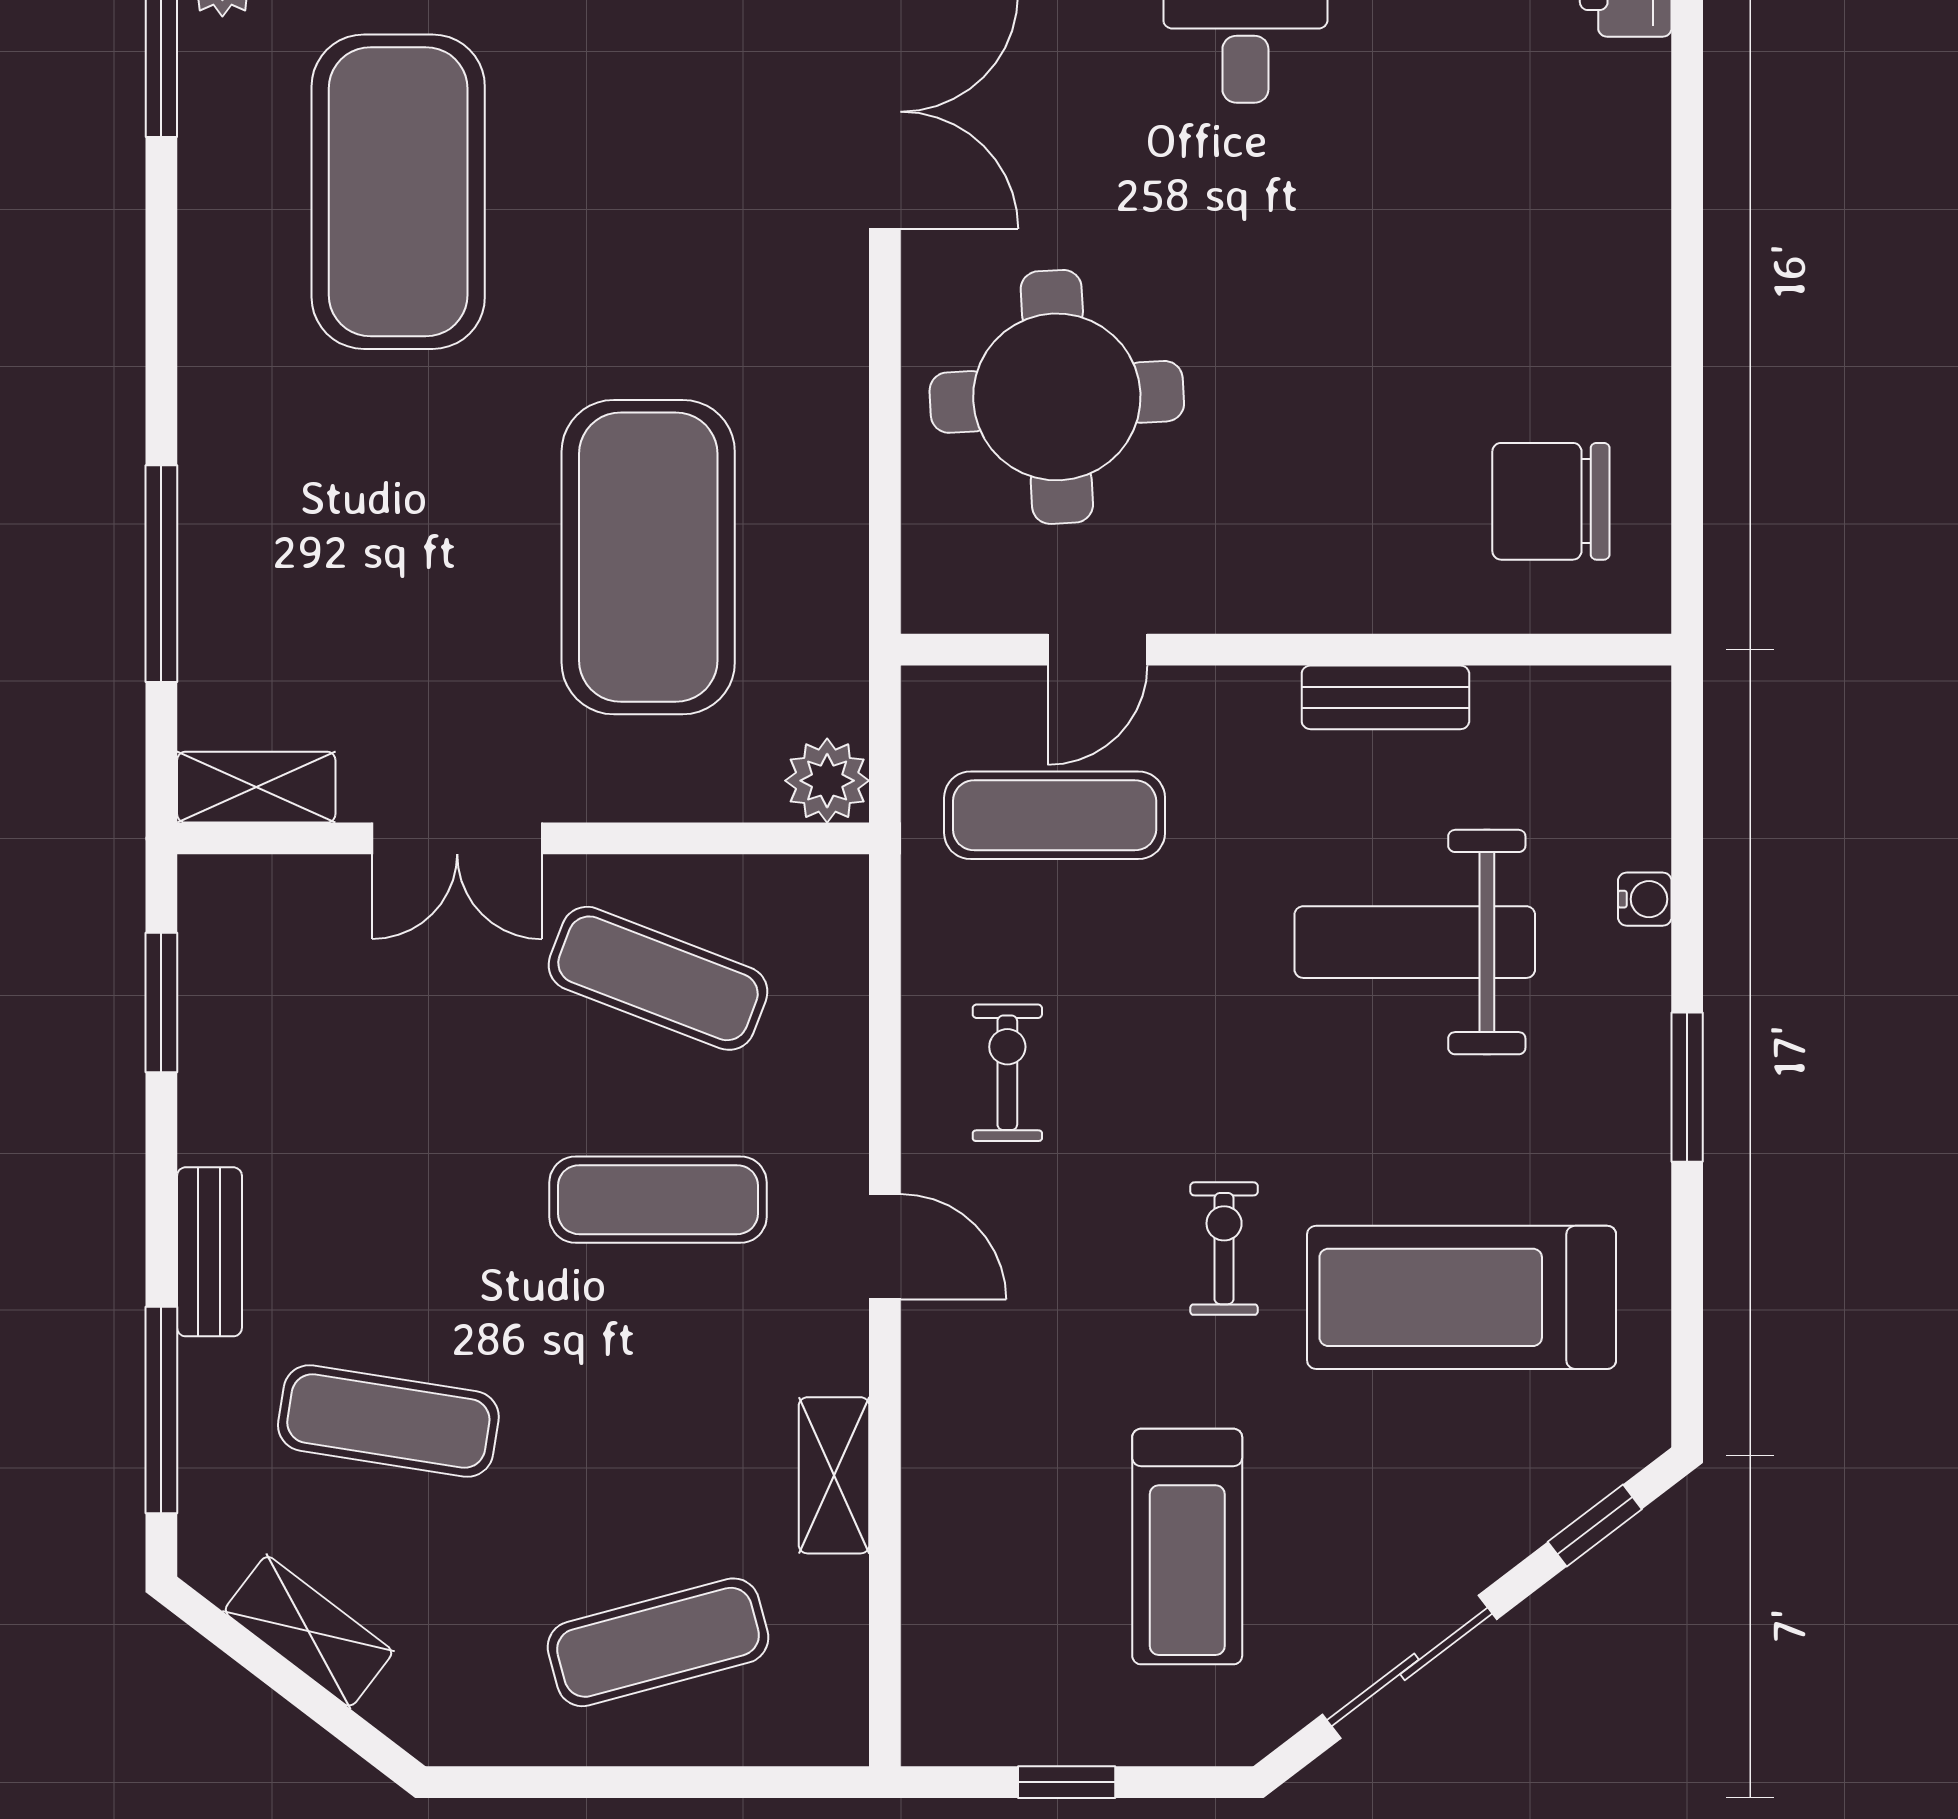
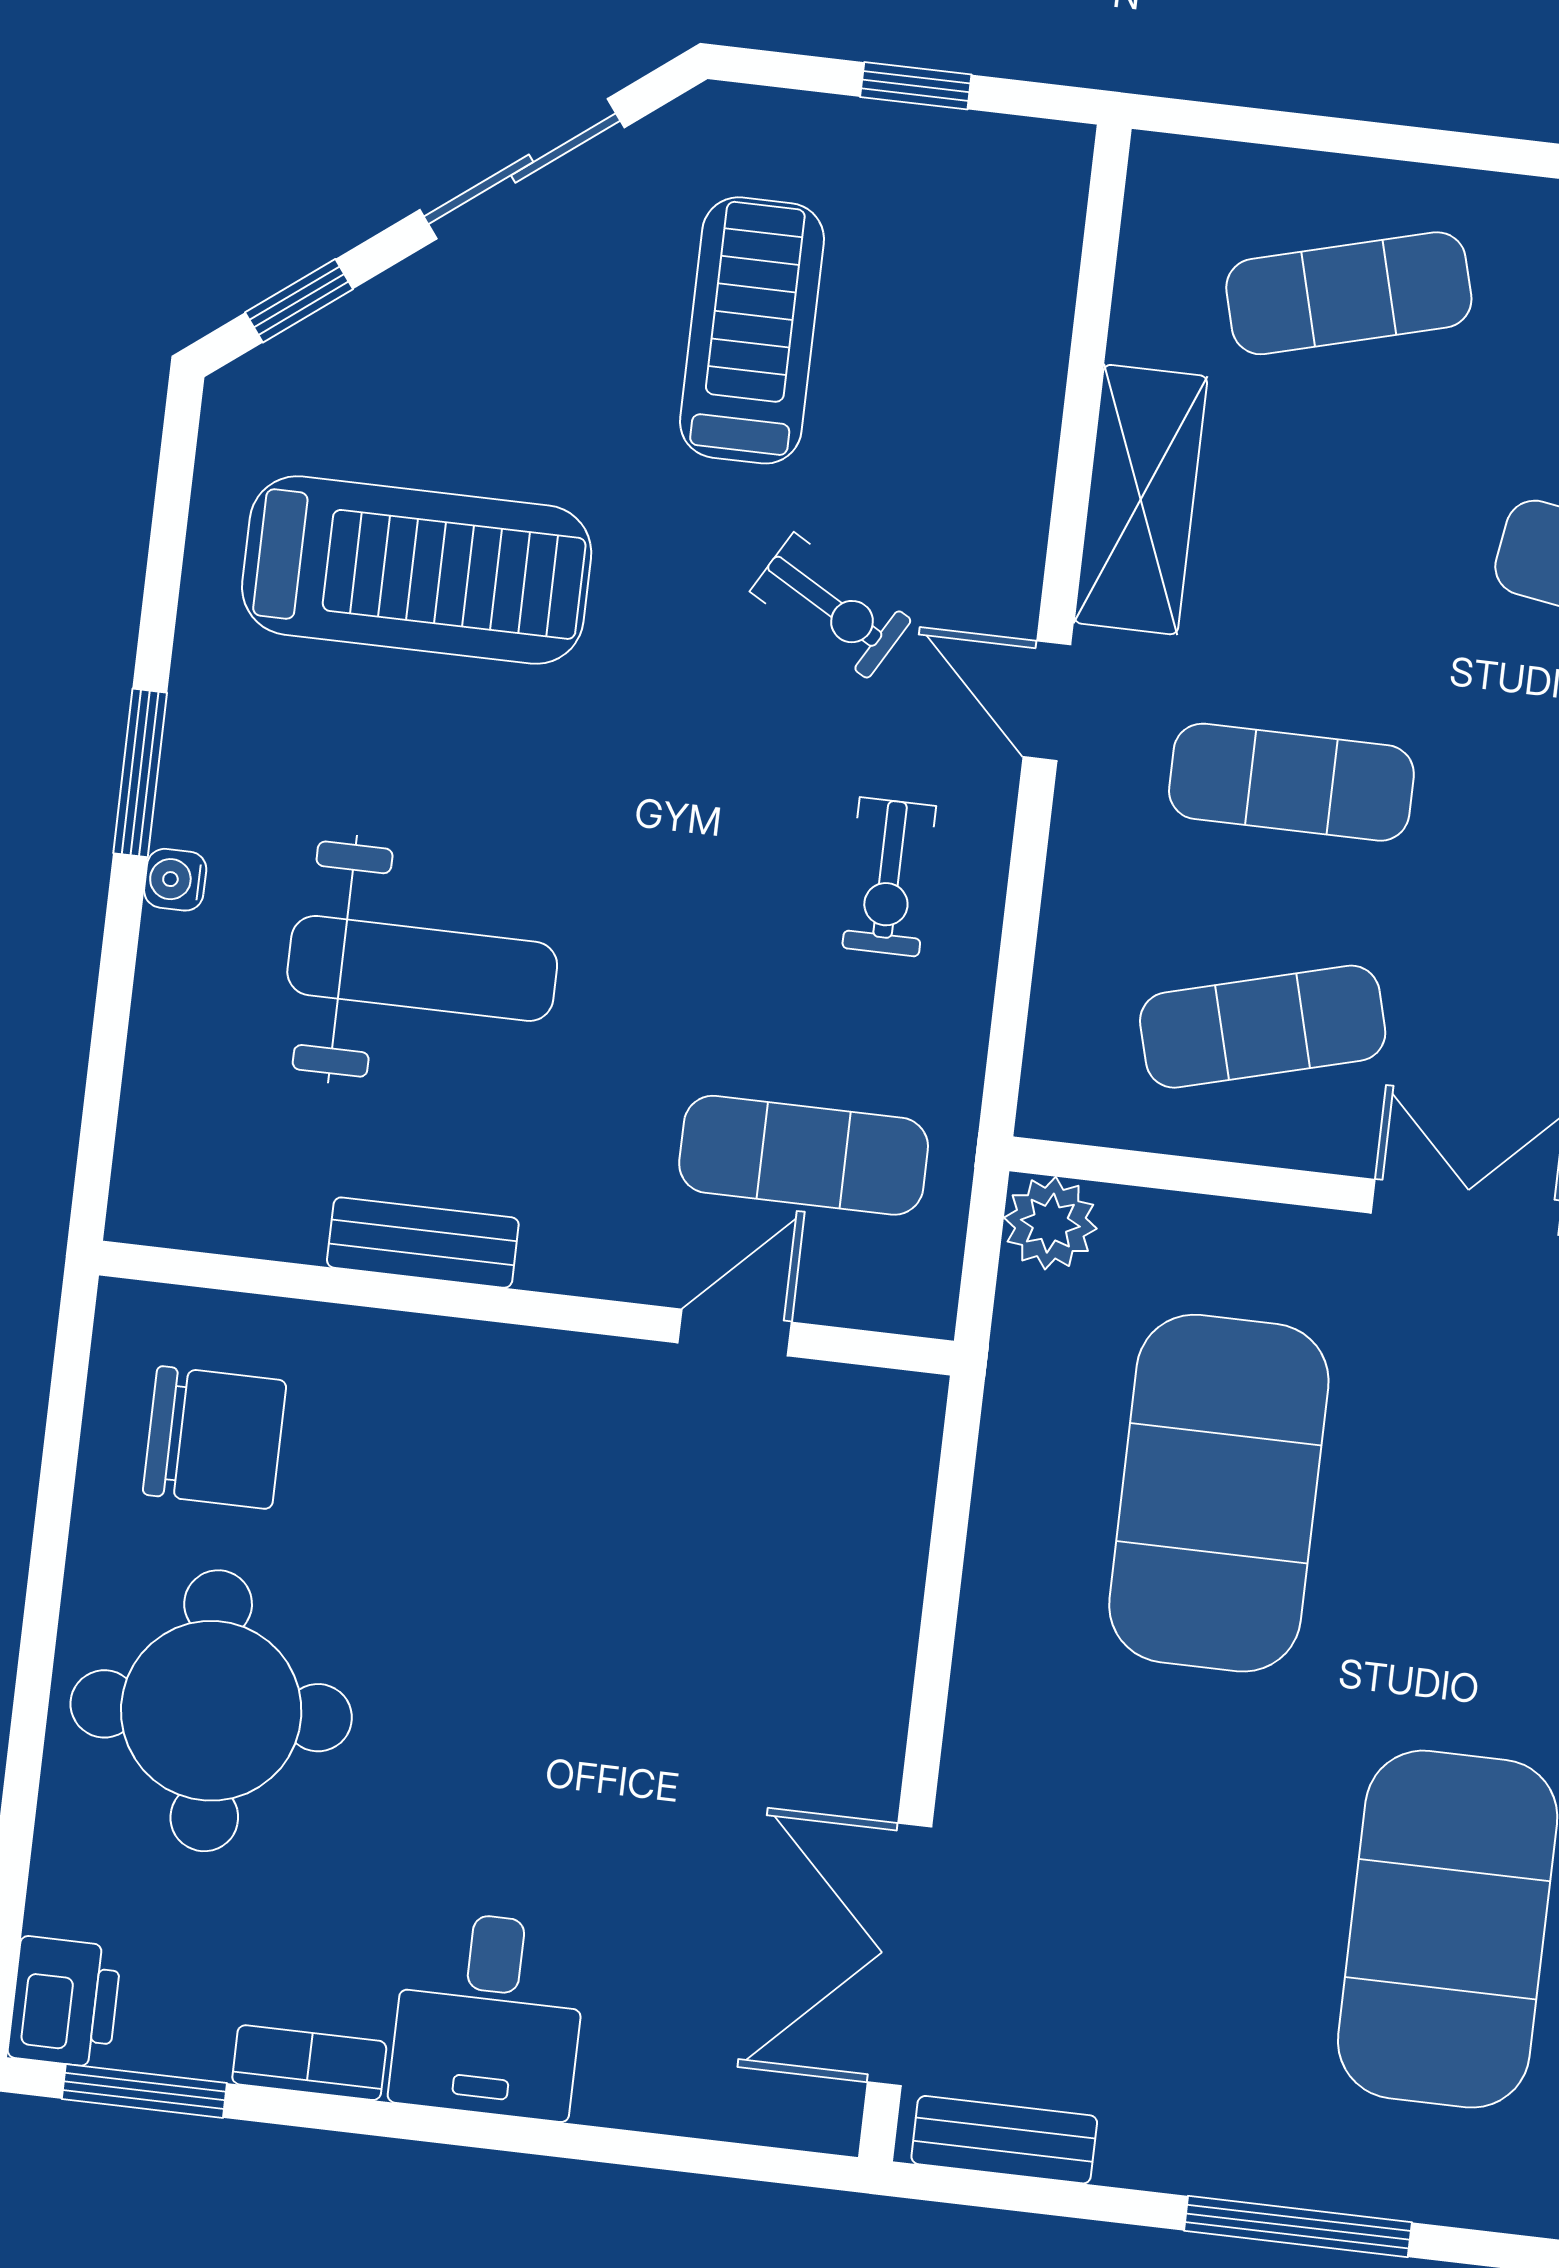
round table: (1057, 397) -> (211, 1711), moved
water cooler: (1645, 899) -> (175, 880), moved
exercise mat: (658, 978) -> (1263, 1027), turned -36
exercise bike: (1224, 1249) -> (831, 606), moved, turned -60
shelving: (834, 1475) -> (1141, 500), width x1.50, depth x1.33

